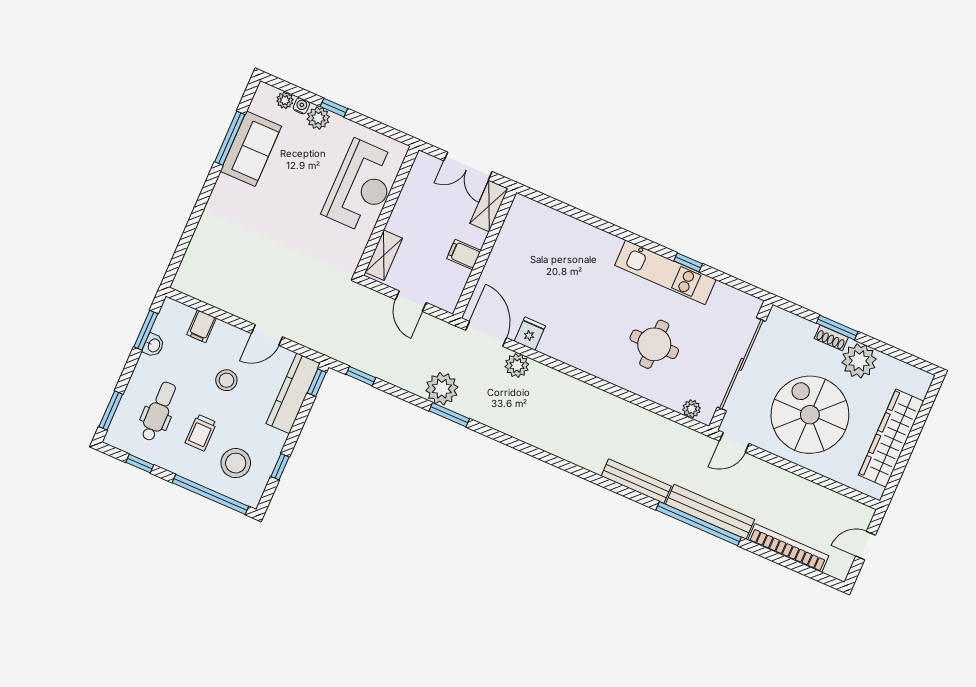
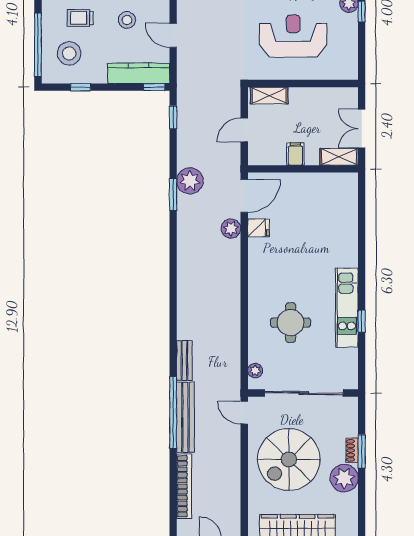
reception desk: (361, 186) -> (293, 36), moved, turned 180
spiral stairs: (810, 415) -> (289, 459), turned 180
bench: (636, 481) -> (184, 361), width x0.73

